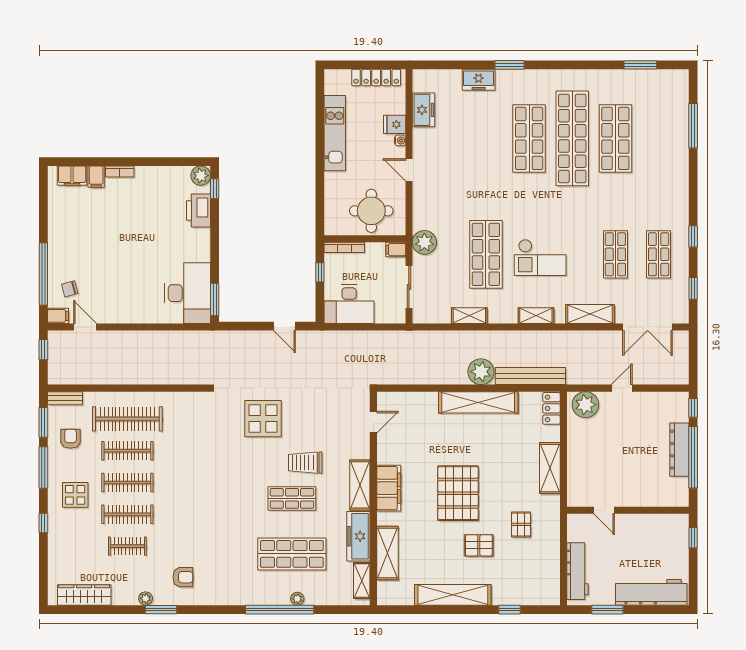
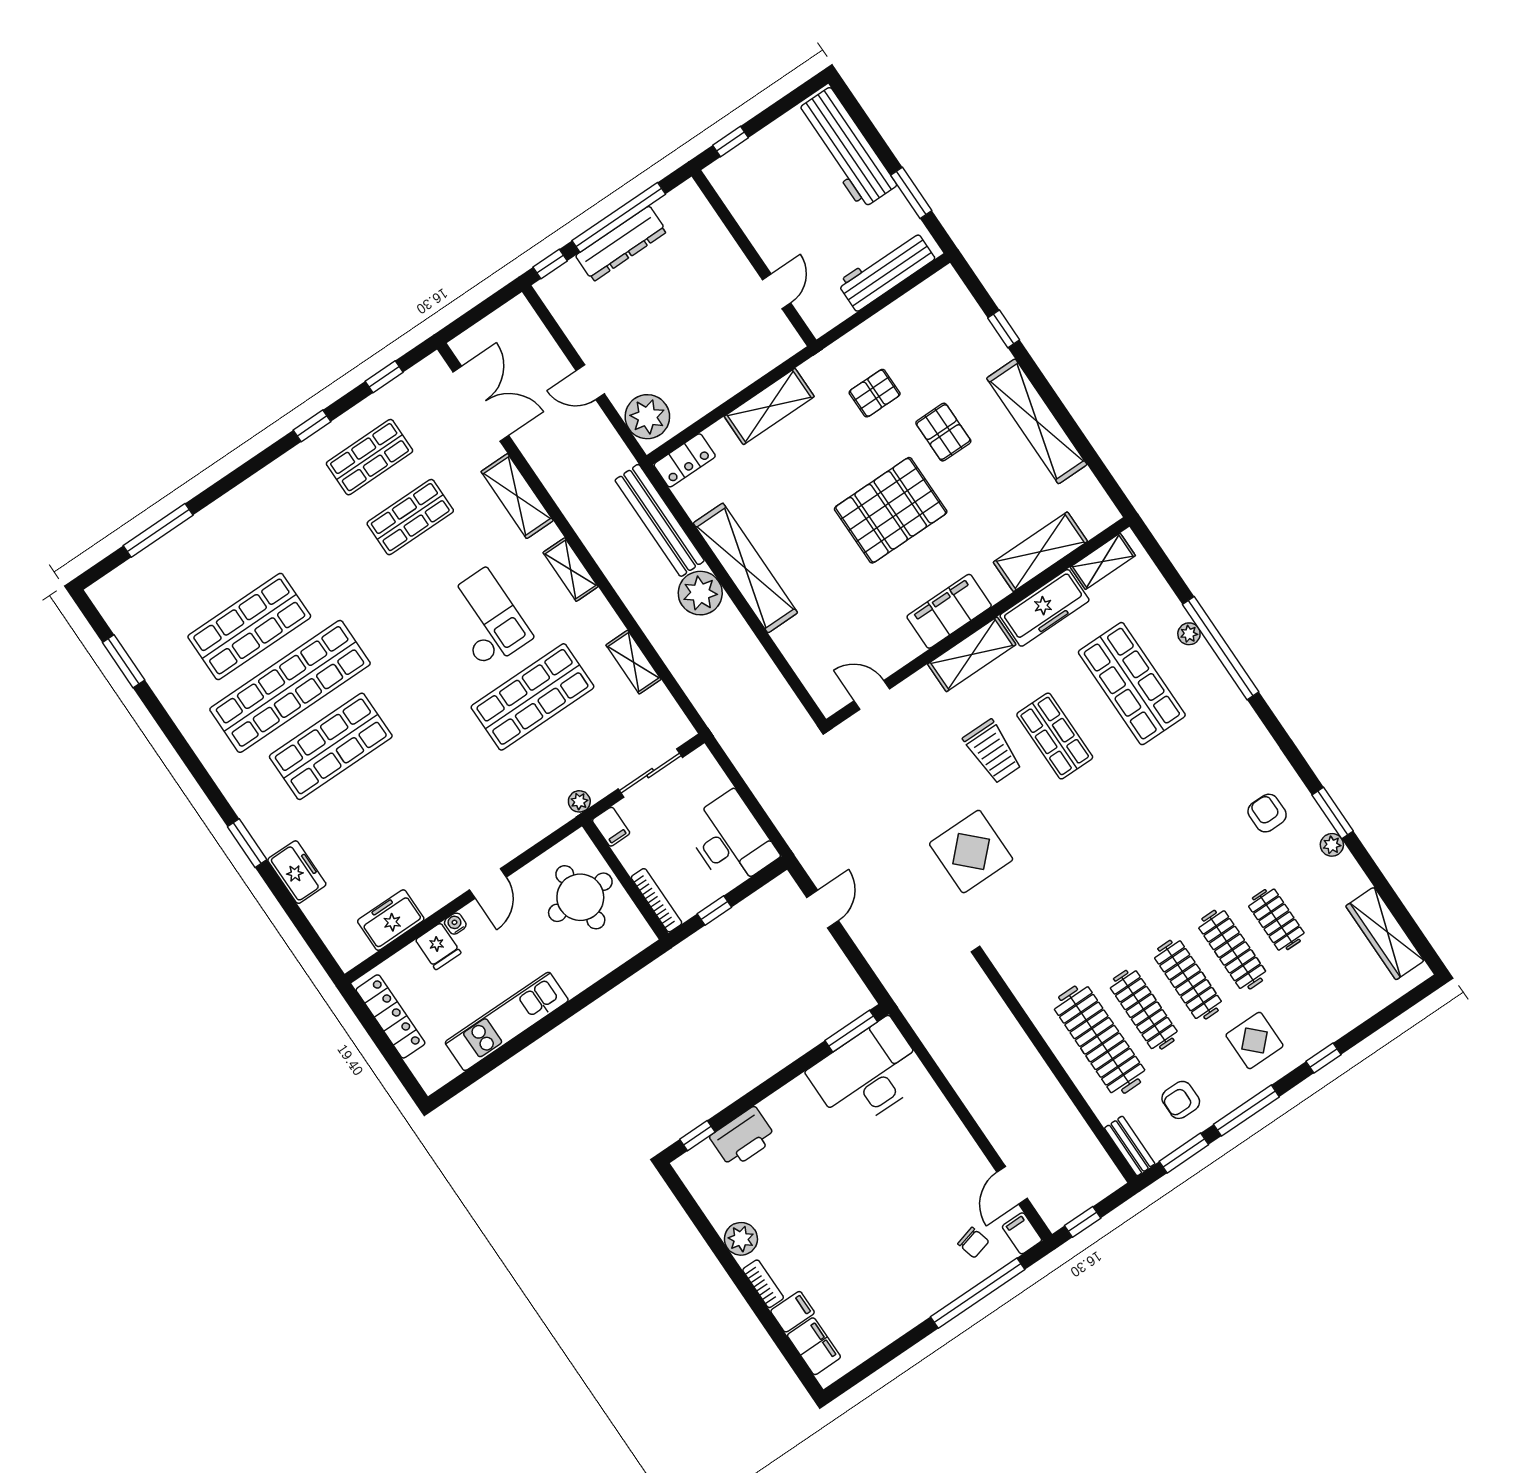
plant: (201, 176) -> (741, 1239), moved
plant: (424, 242) -> (579, 801), width x0.53, depth x0.53

